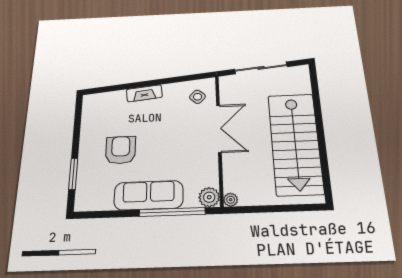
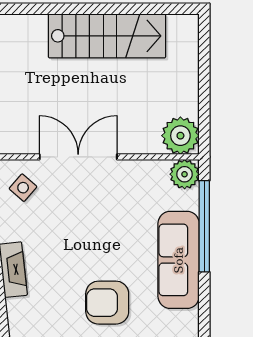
stairs: (295, 143) -> (107, 36), width x0.73, depth x0.66
plant: (231, 200) -> (180, 136), width x1.88, depth x1.88

